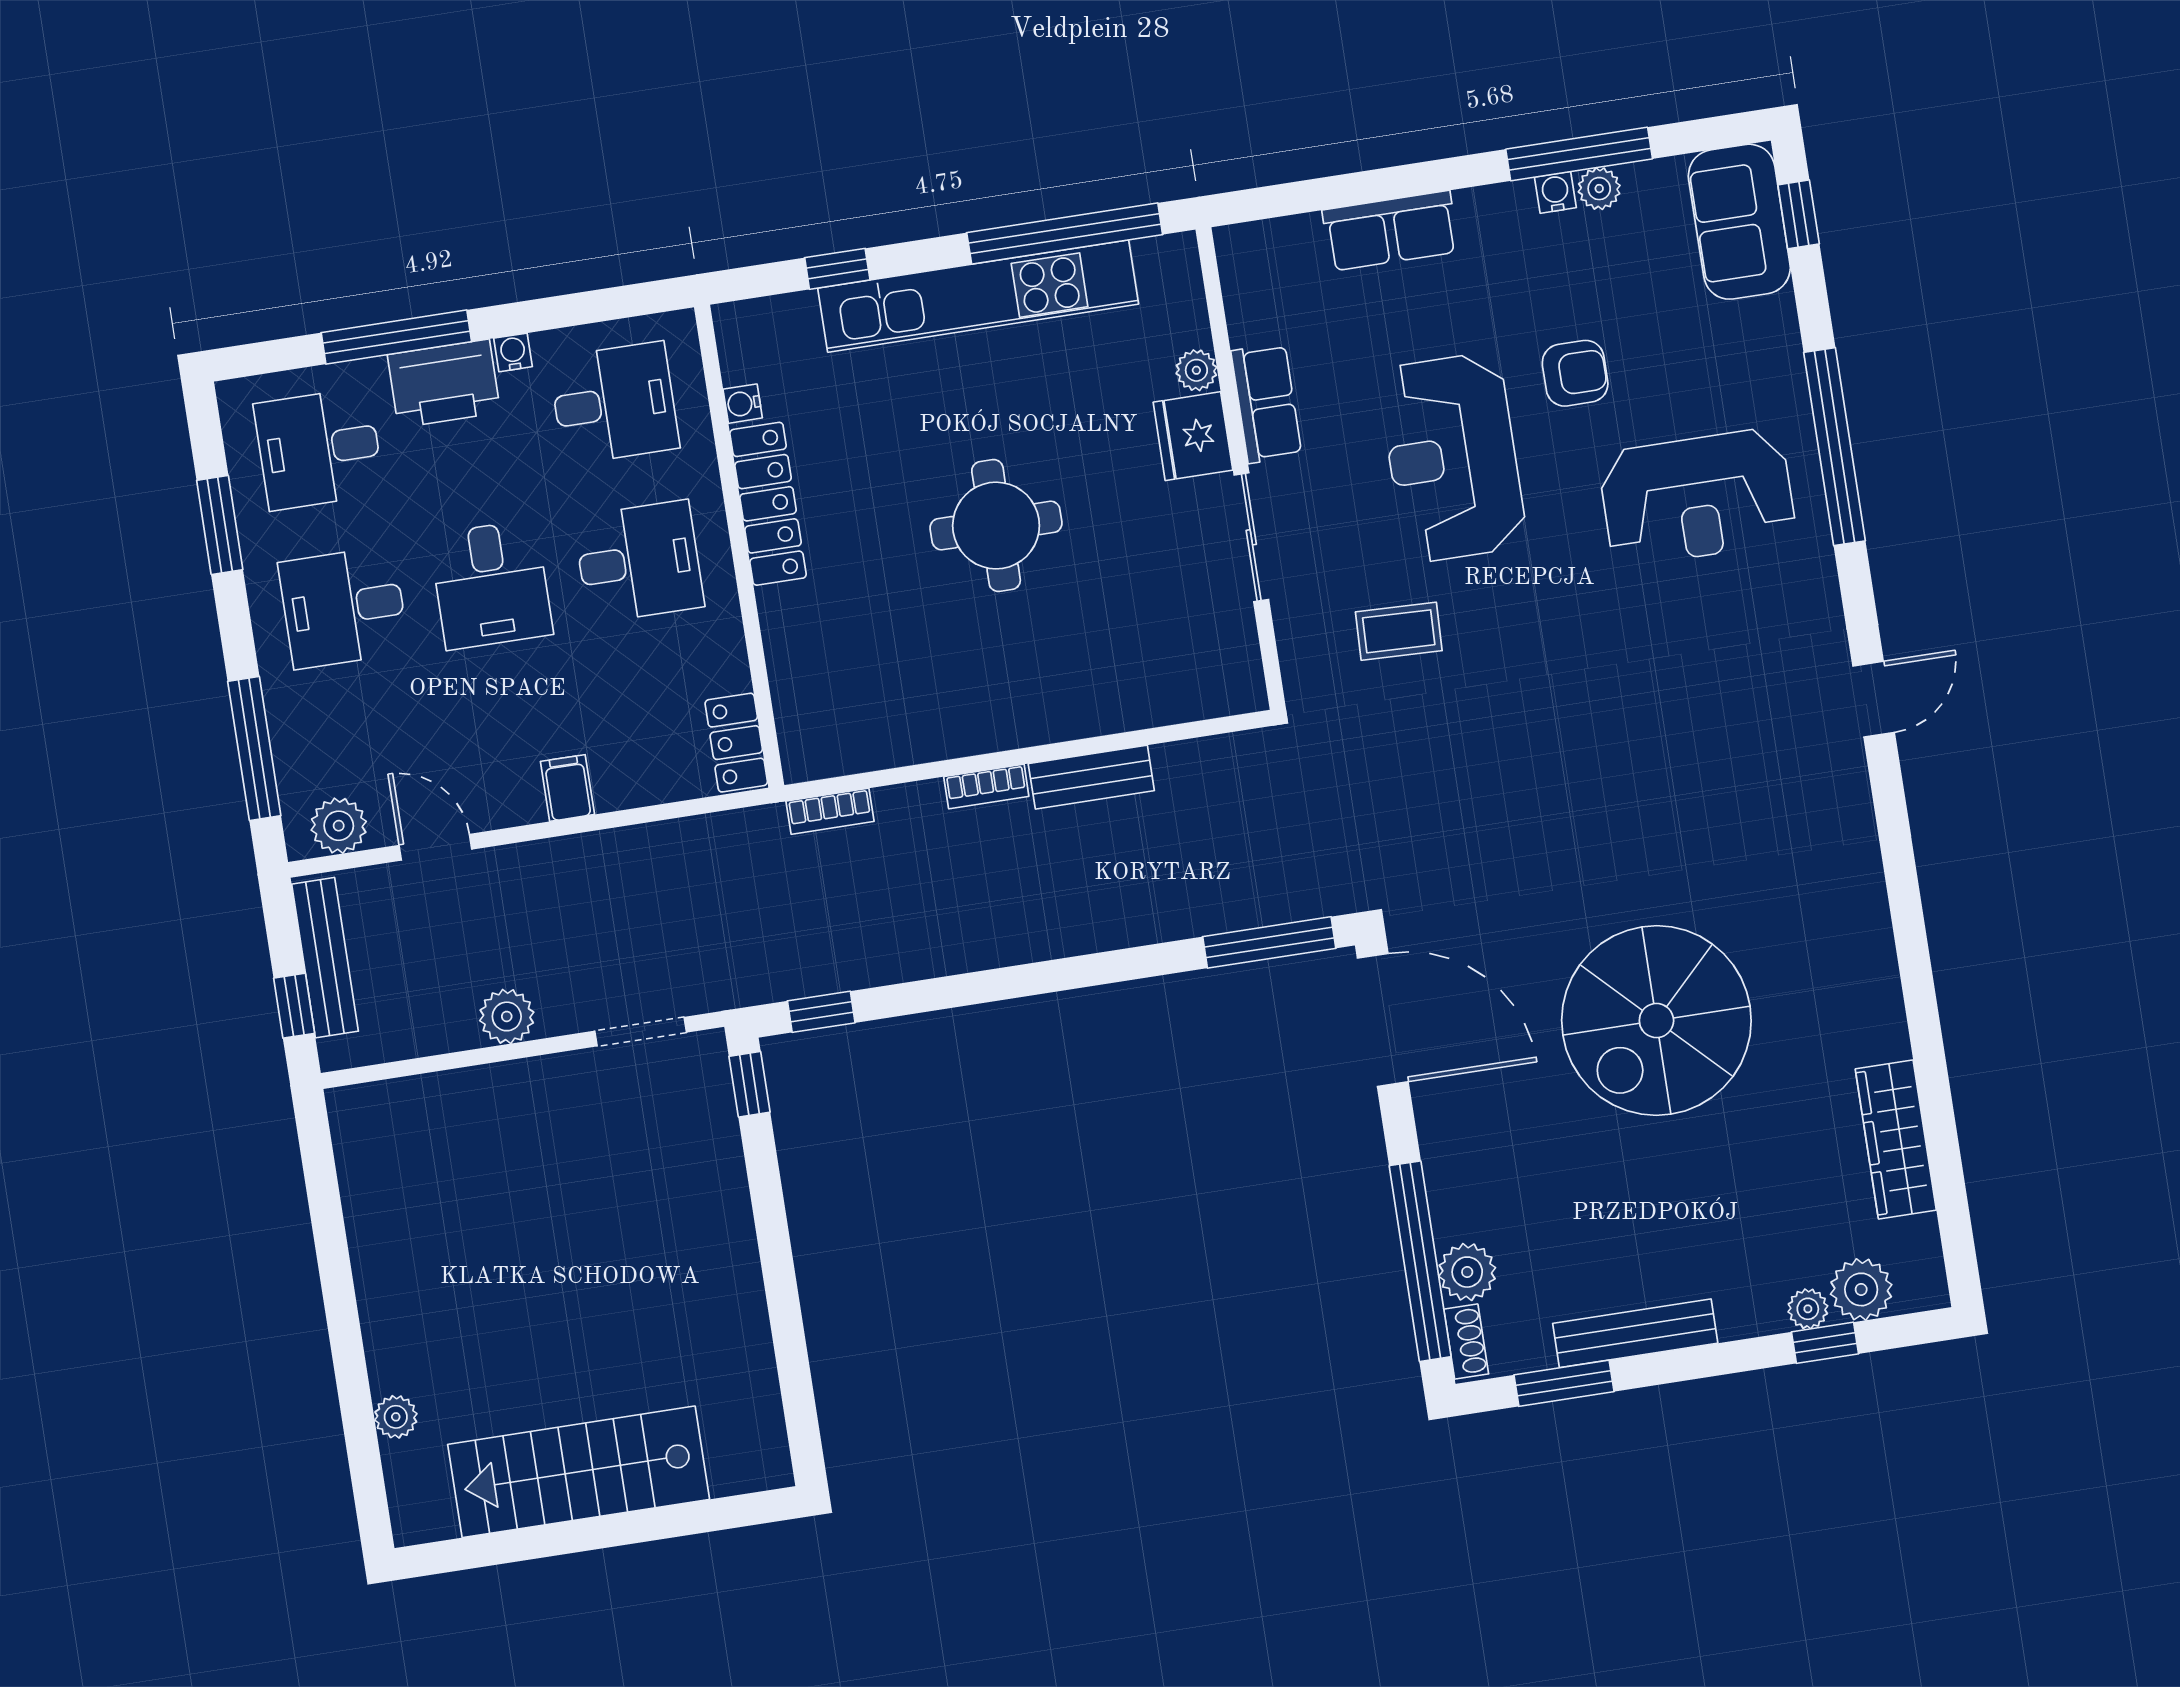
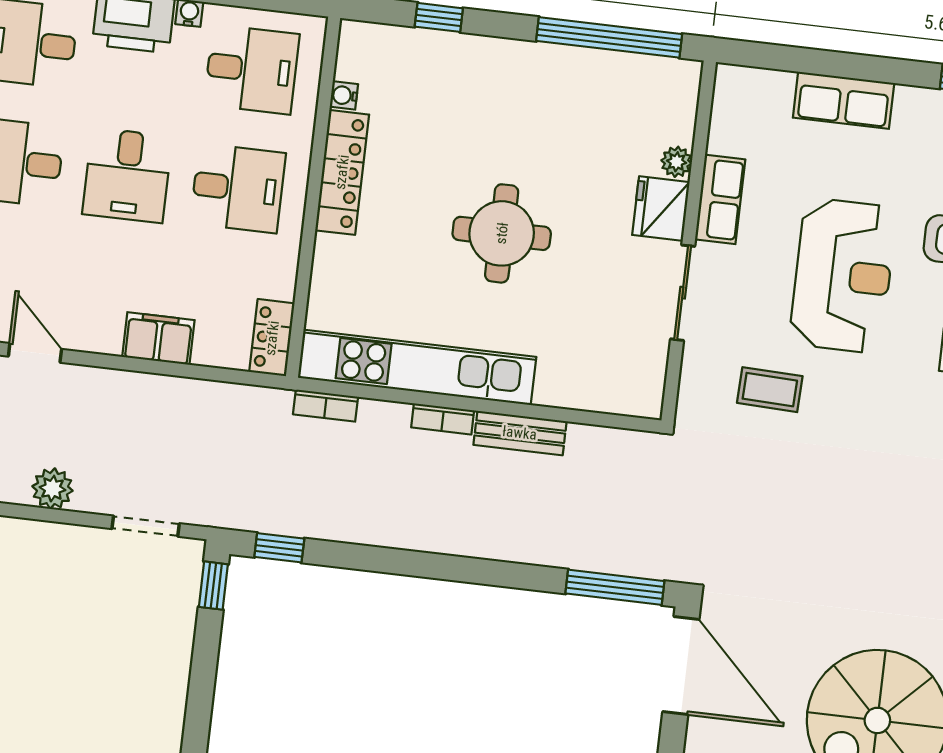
kitchen unit: (978, 296) -> (417, 367), moved, turned 180
reception desk: (1452, 458) -> (843, 276), turned 180
filing cabinet: (567, 788) -> (158, 339), width x2.00

